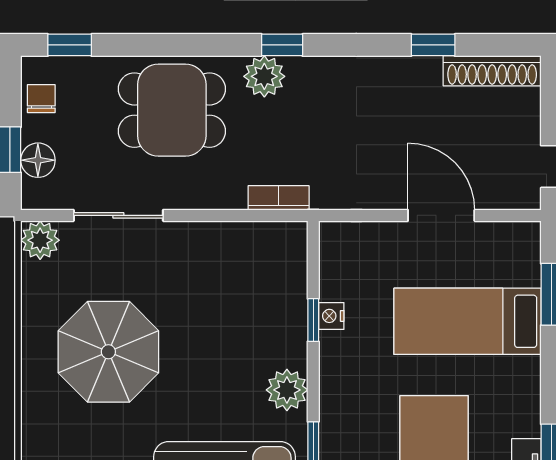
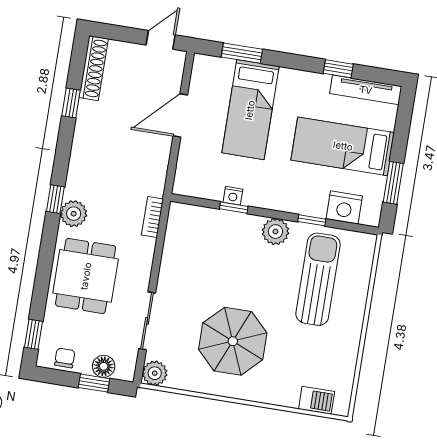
chair: (41, 99) -> (65, 358), turned 90

